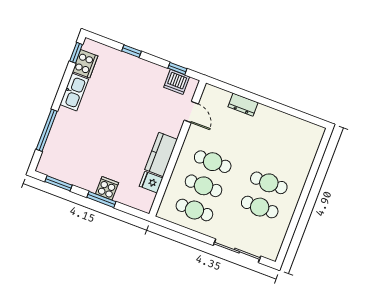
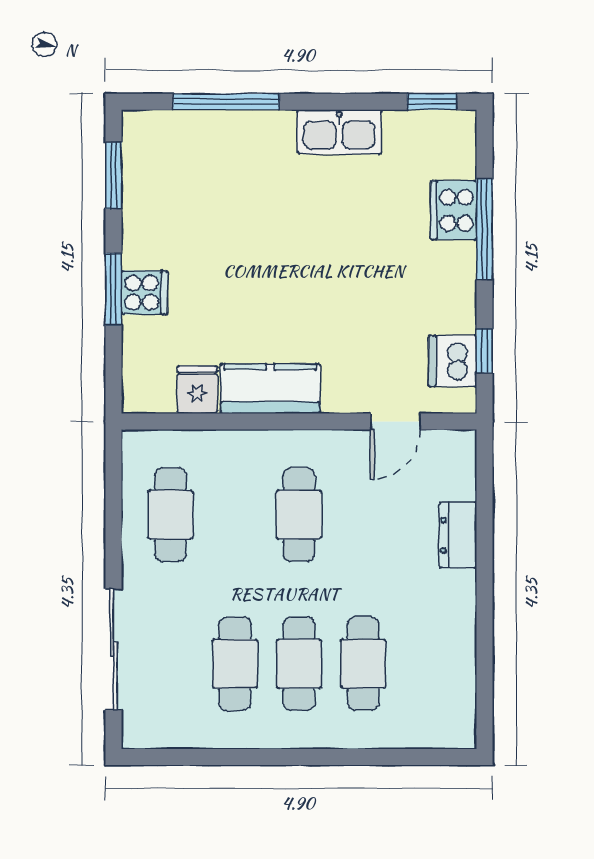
window: (132, 51) -> (485, 229), width x2.17
cooker: (85, 64) -> (454, 210), moved, turned 90
cafe table: (204, 186) -> (363, 664), moved

